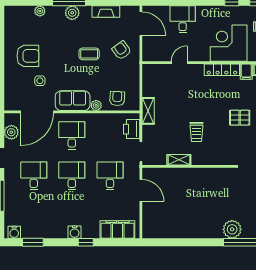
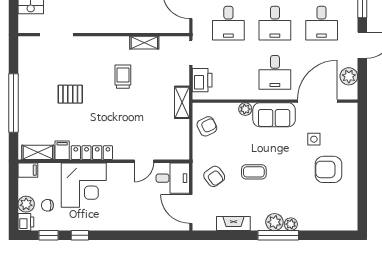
plant: (40, 11) -> (291, 224), moved
desk: (183, 19) -> (173, 178), moved, turned -90
armchair: (117, 98) -> (207, 126), moved, turned -119

